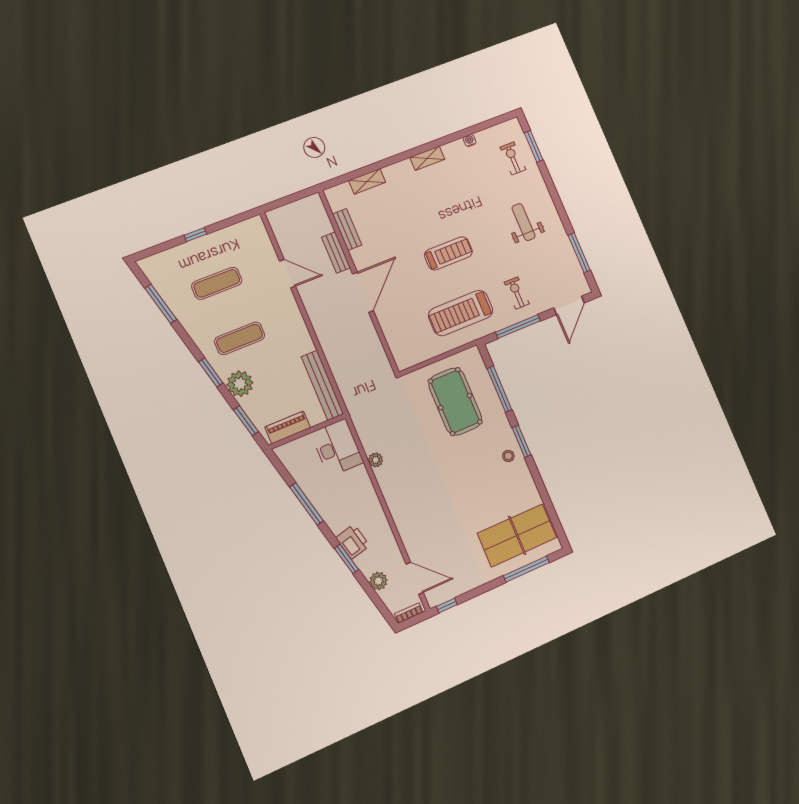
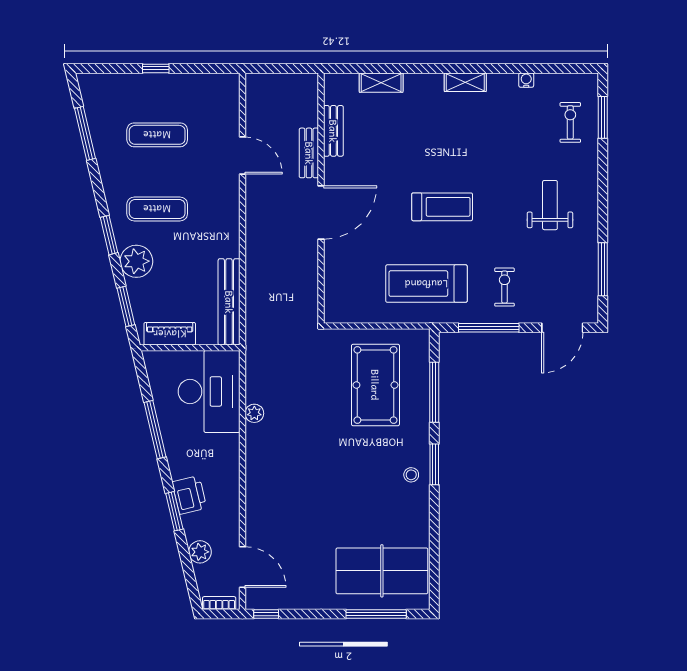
desk: (337, 448) -> (209, 391), width x1.36, depth x1.30

